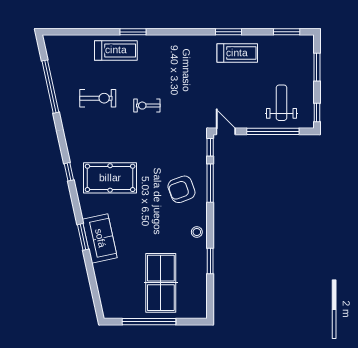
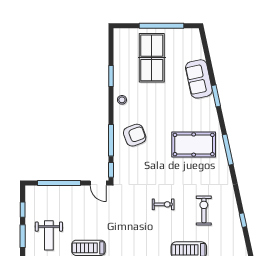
window: (50, 87) -> (243, 220), width x0.32
exercise bike: (98, 98) -> (204, 210), turned 90
weight bench: (282, 103) -> (49, 235), moved
window: (317, 112) -> (23, 210), moved
window: (69, 172) -> (228, 150), width x2.17
sofa: (100, 238) -> (199, 79), moved

